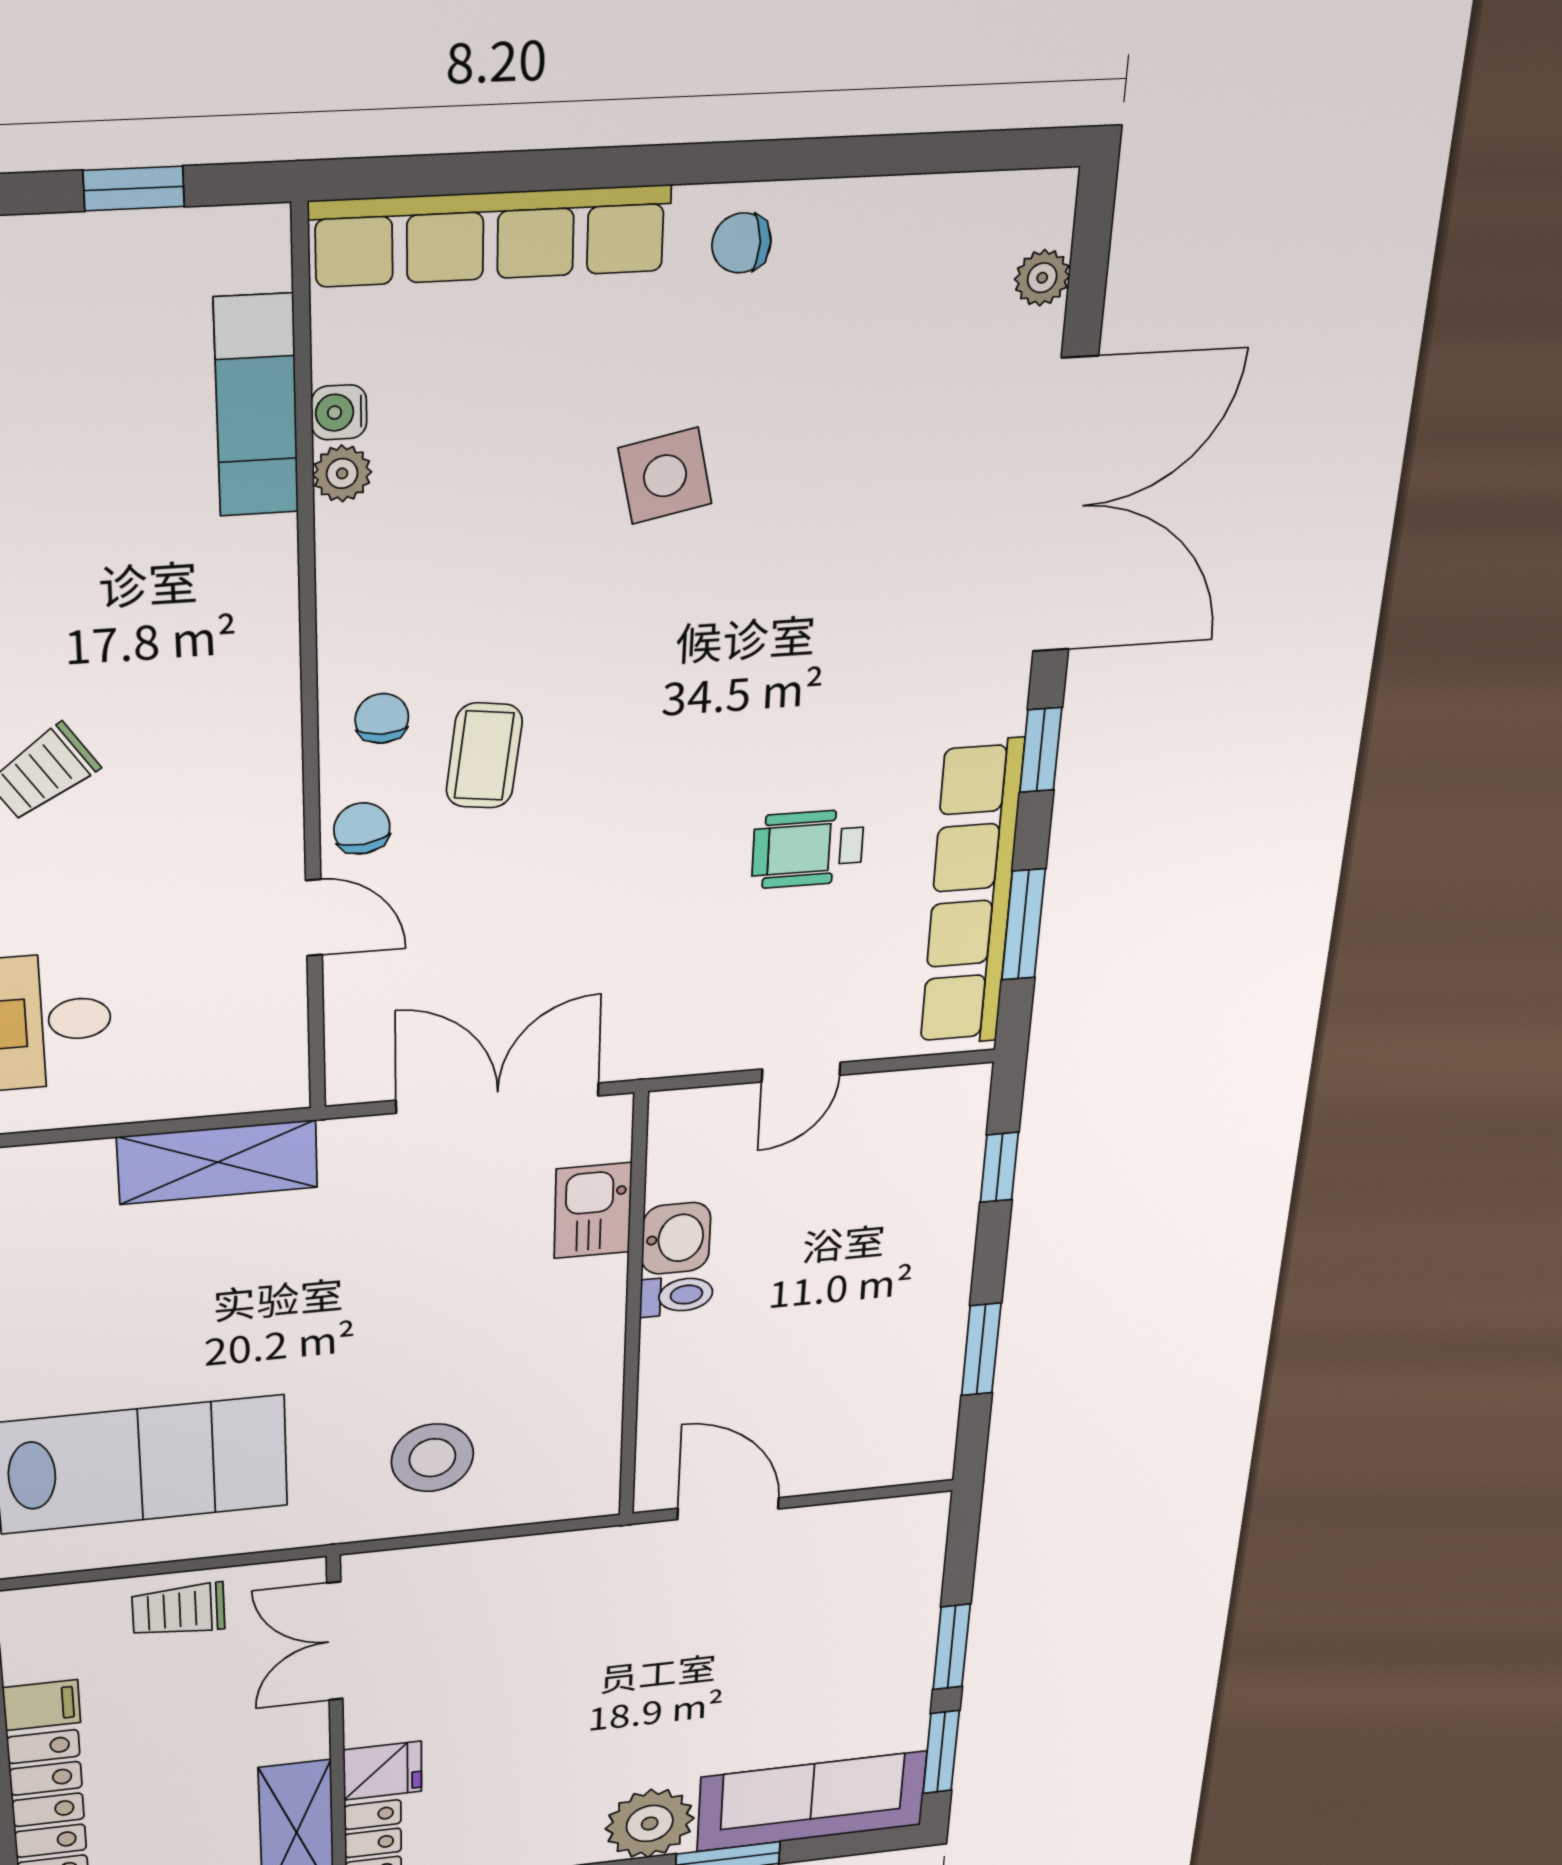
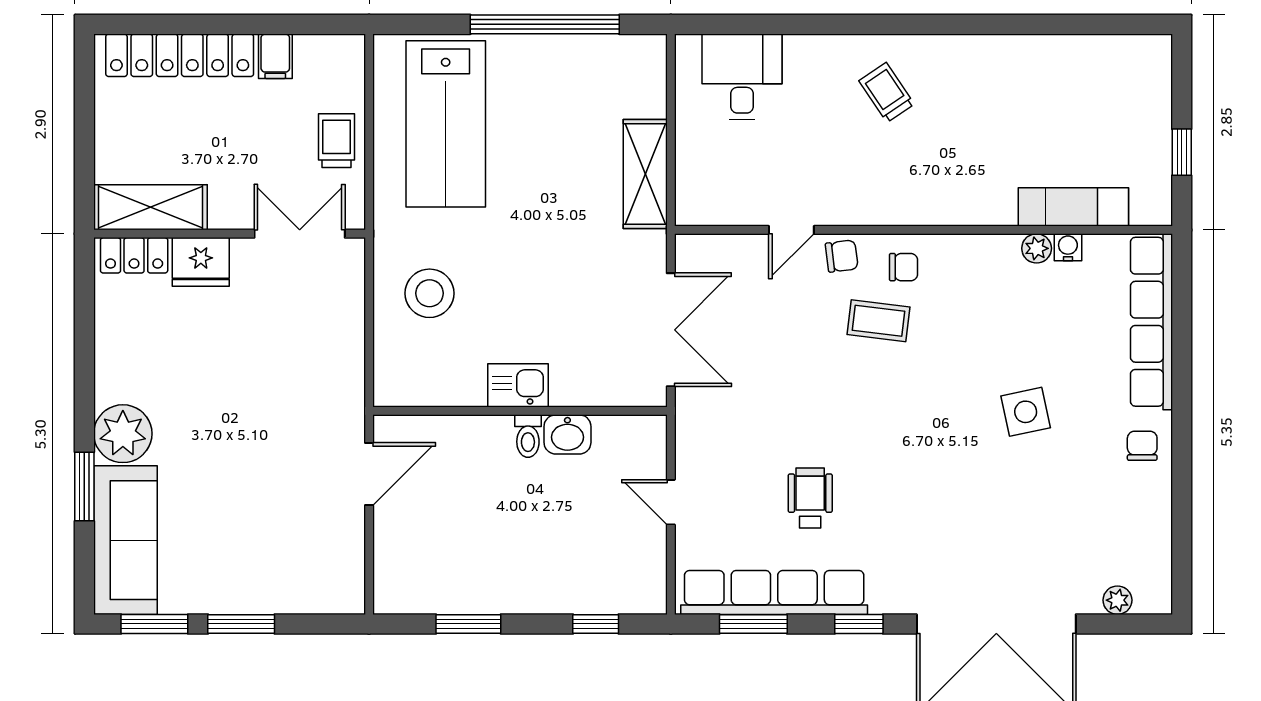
kitchen sink: (593, 1211) -> (518, 385), moved
fridge: (383, 1771) -> (201, 262), width x1.38

